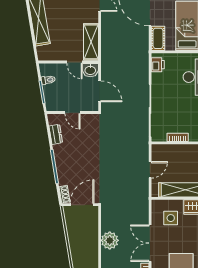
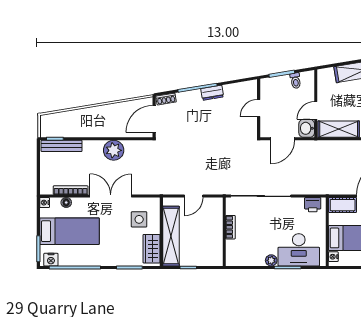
dresser: (56, 134) -> (212, 93), moved
door: (150, 170) -> (194, 196), hinge flipped
door: (82, 205) -> (154, 119), swing flipped

